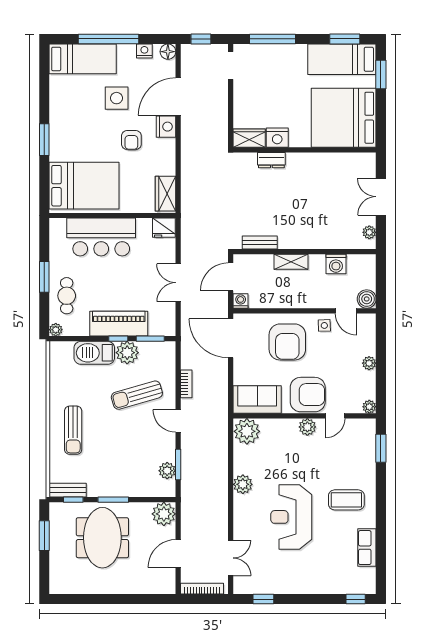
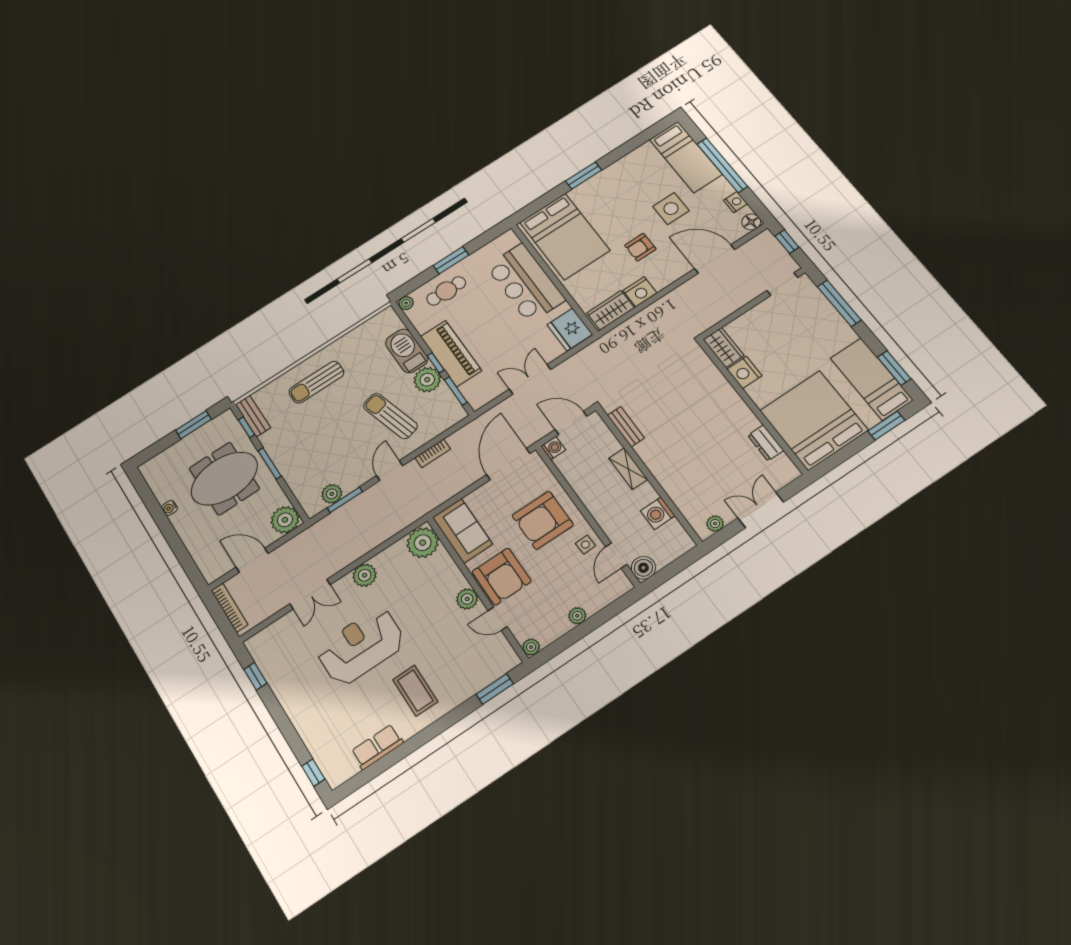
nightstand: (166, 127) -> (640, 292), moved
dresser: (271, 160) -> (766, 443), moved
fridge: (164, 228) -> (570, 329), width x1.36, depth x1.34
double door: (231, 558) -> (310, 594), moved
water cooler: (98, 588) -> (170, 508), added

